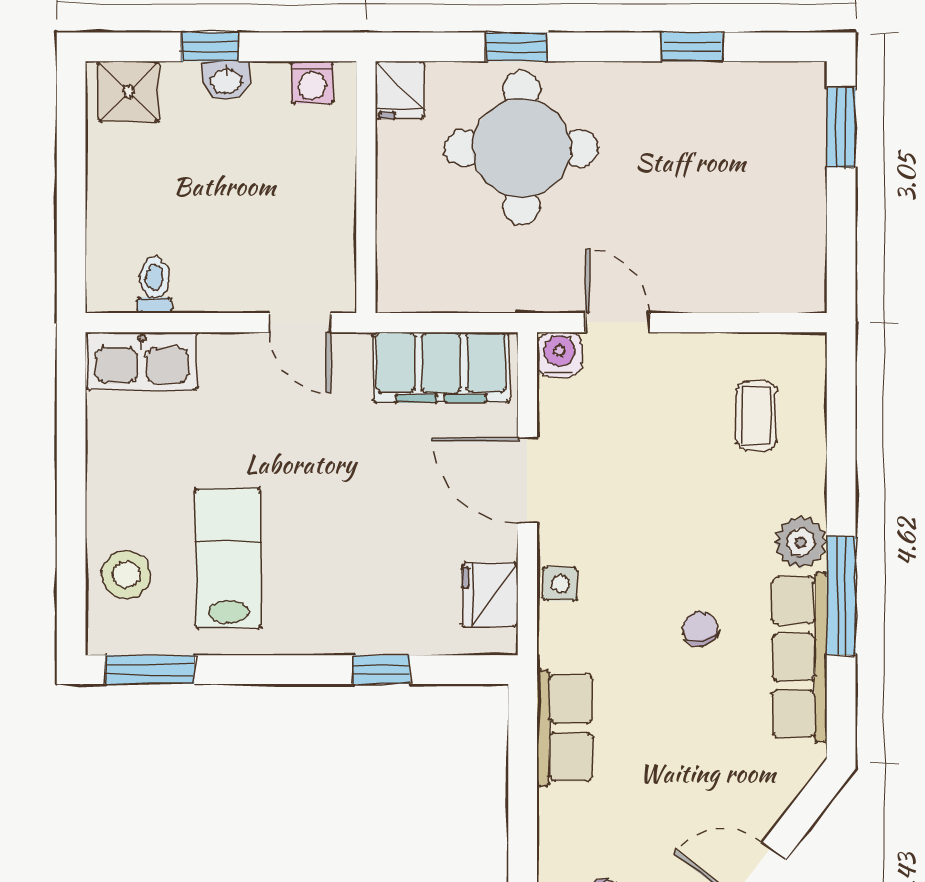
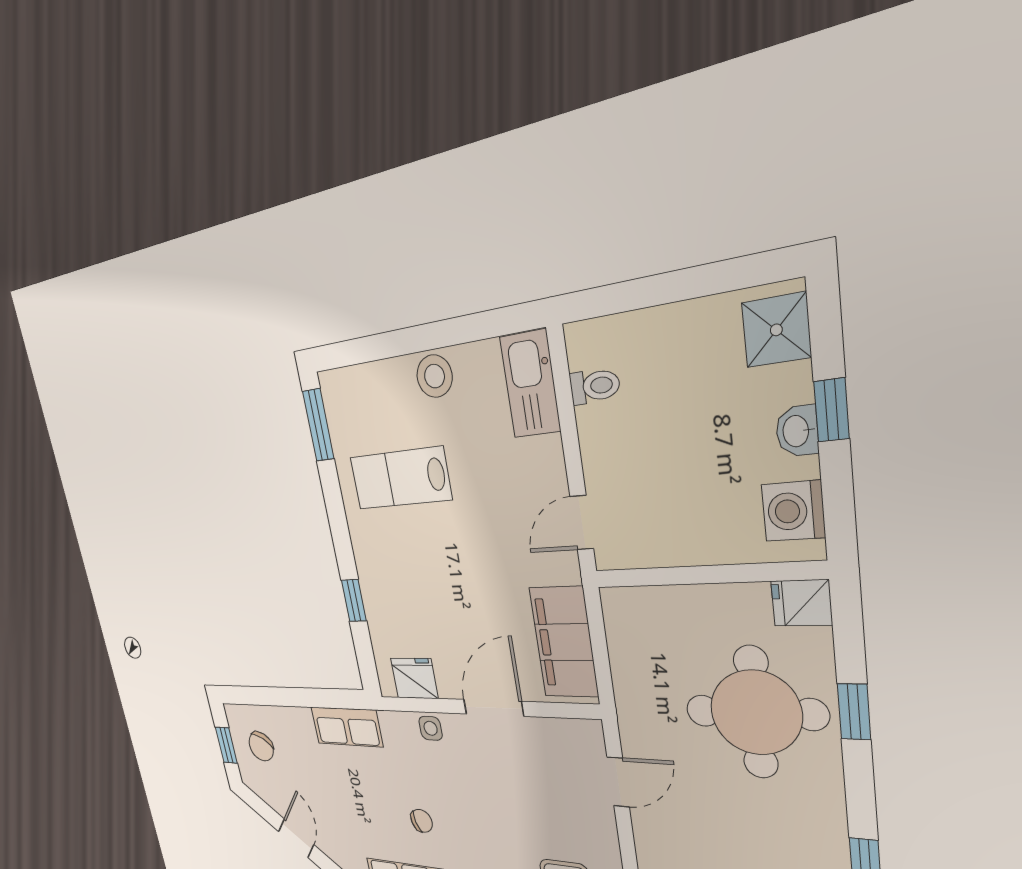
washing machine: (312, 82) -> (793, 511), width x1.38, depth x1.38
water cooler: (559, 354) -> (587, 736), removed
lab bench: (228, 558) -> (400, 478), turned 180
stool: (126, 575) -> (434, 376), moved

